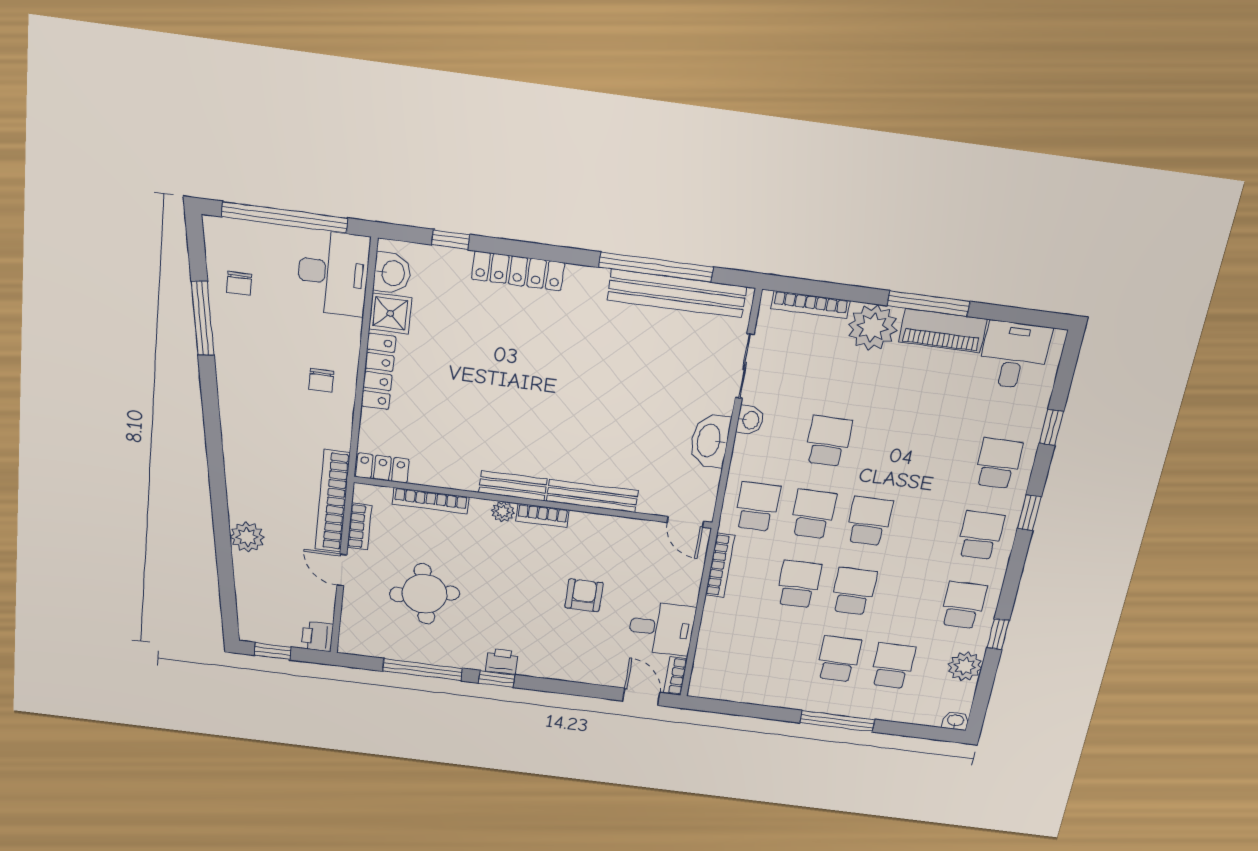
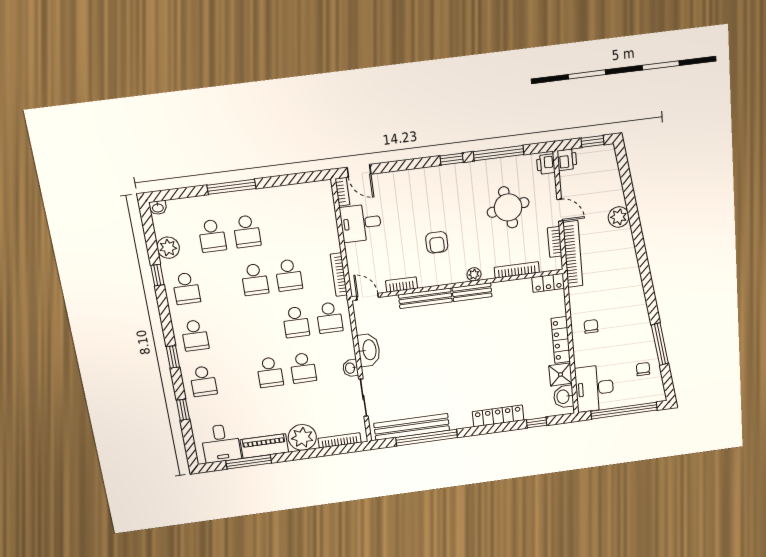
window: (929, 304) -> (249, 462), moved
bookcase: (542, 516) -> (402, 285), moved
school desk: (869, 521) -> (270, 372), moved
armchair: (584, 595) -> (437, 242), moved
printer: (502, 661) -> (546, 164), moved, turned 90

